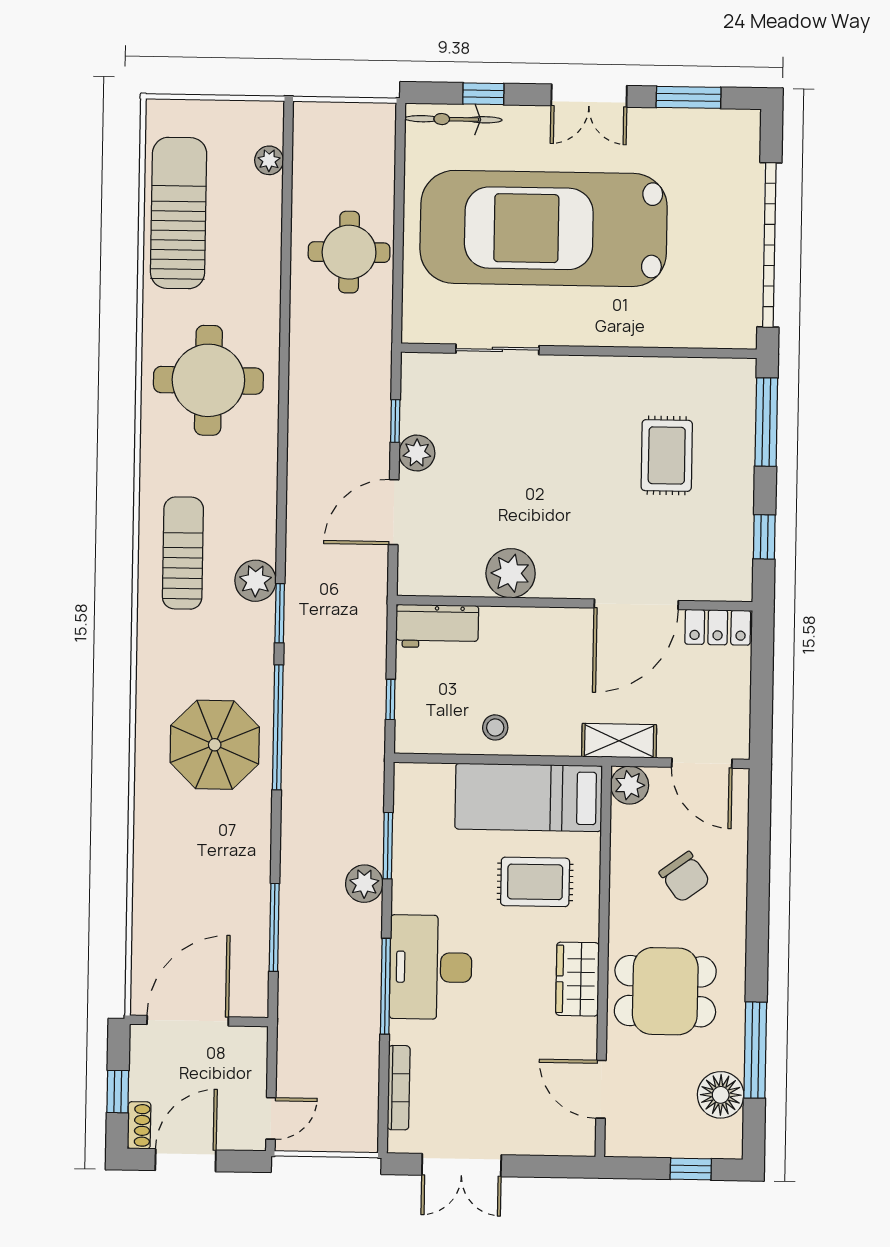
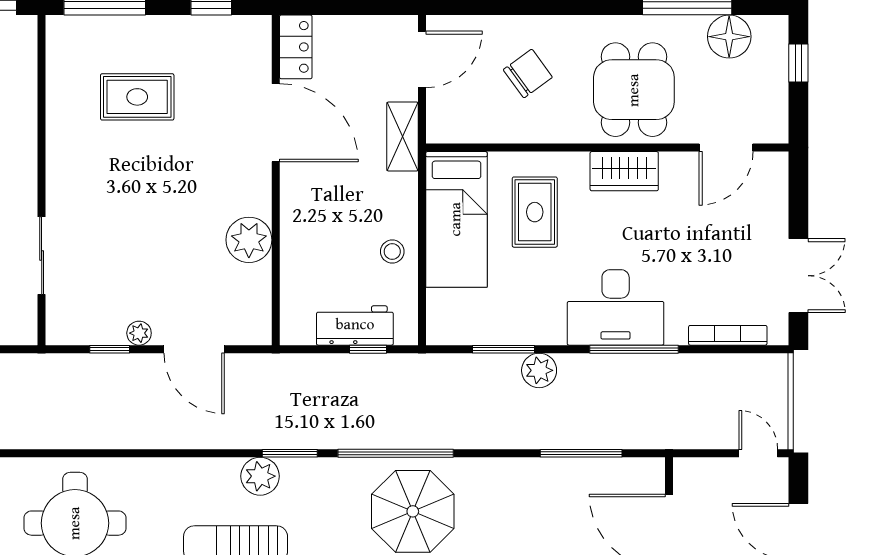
plant: (417, 453) -> (139, 333), width x0.73, depth x0.73
workbench: (437, 626) -> (355, 325), moved, turned -90
plant: (630, 785) -> (444, 126), removed

